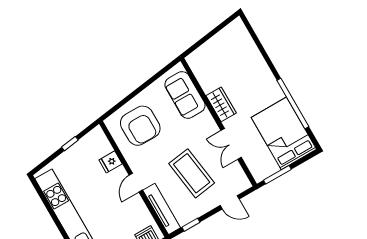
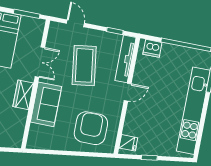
sofa: (185, 95) -> (46, 104), moved
fridge: (111, 162) -> (128, 143), moved

